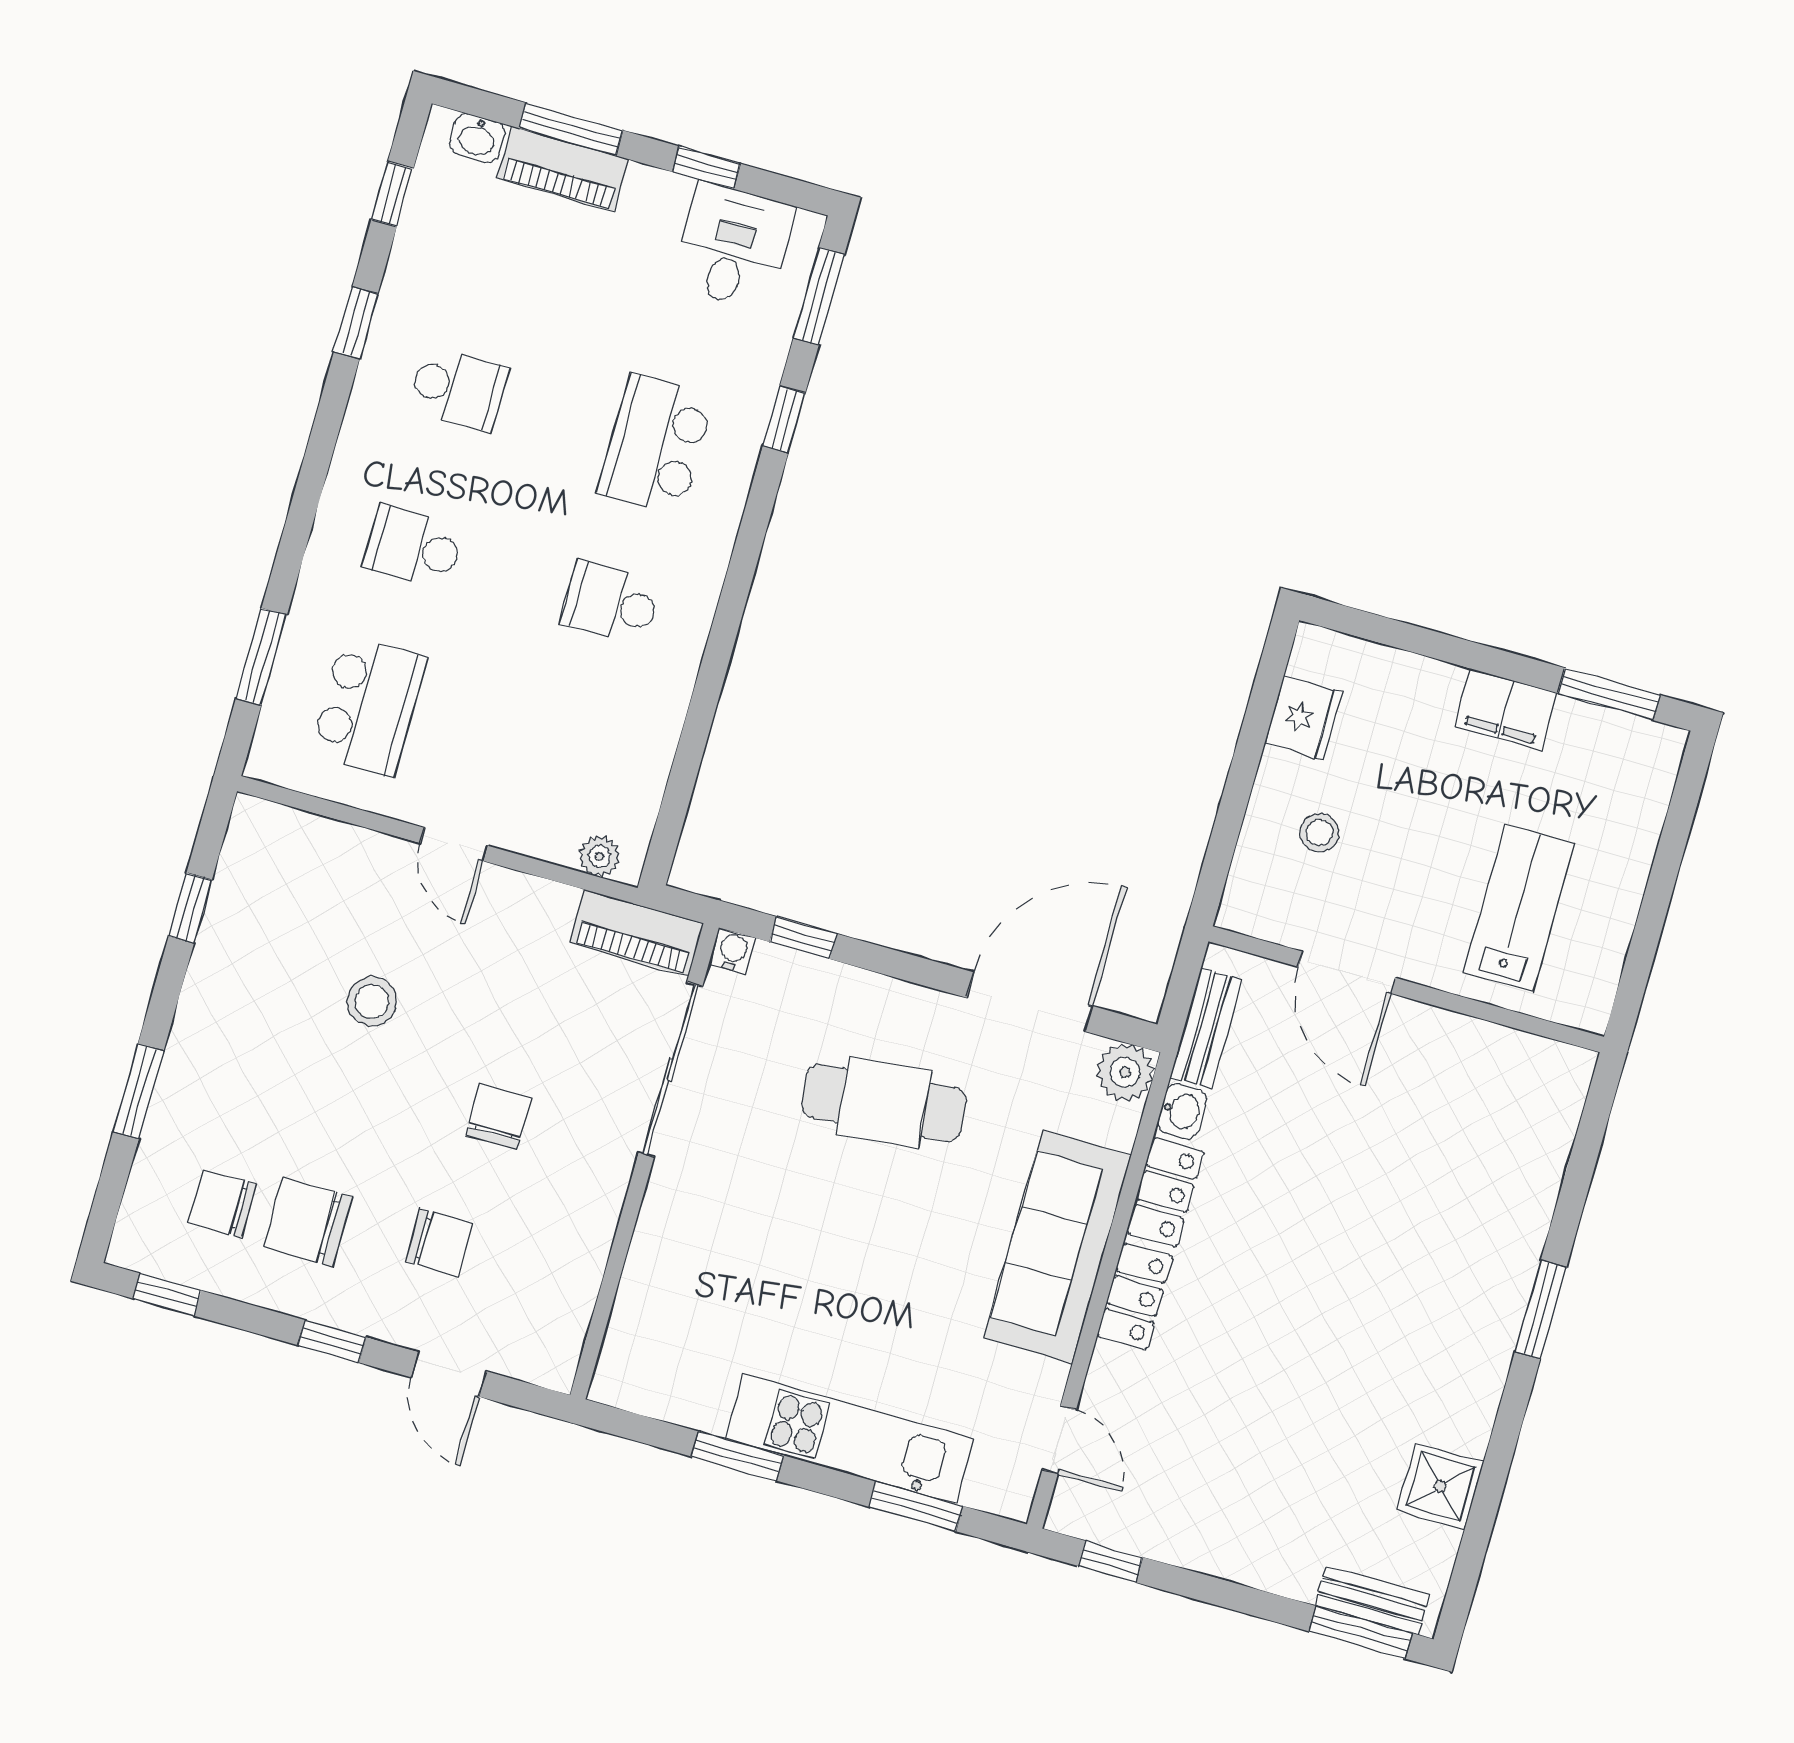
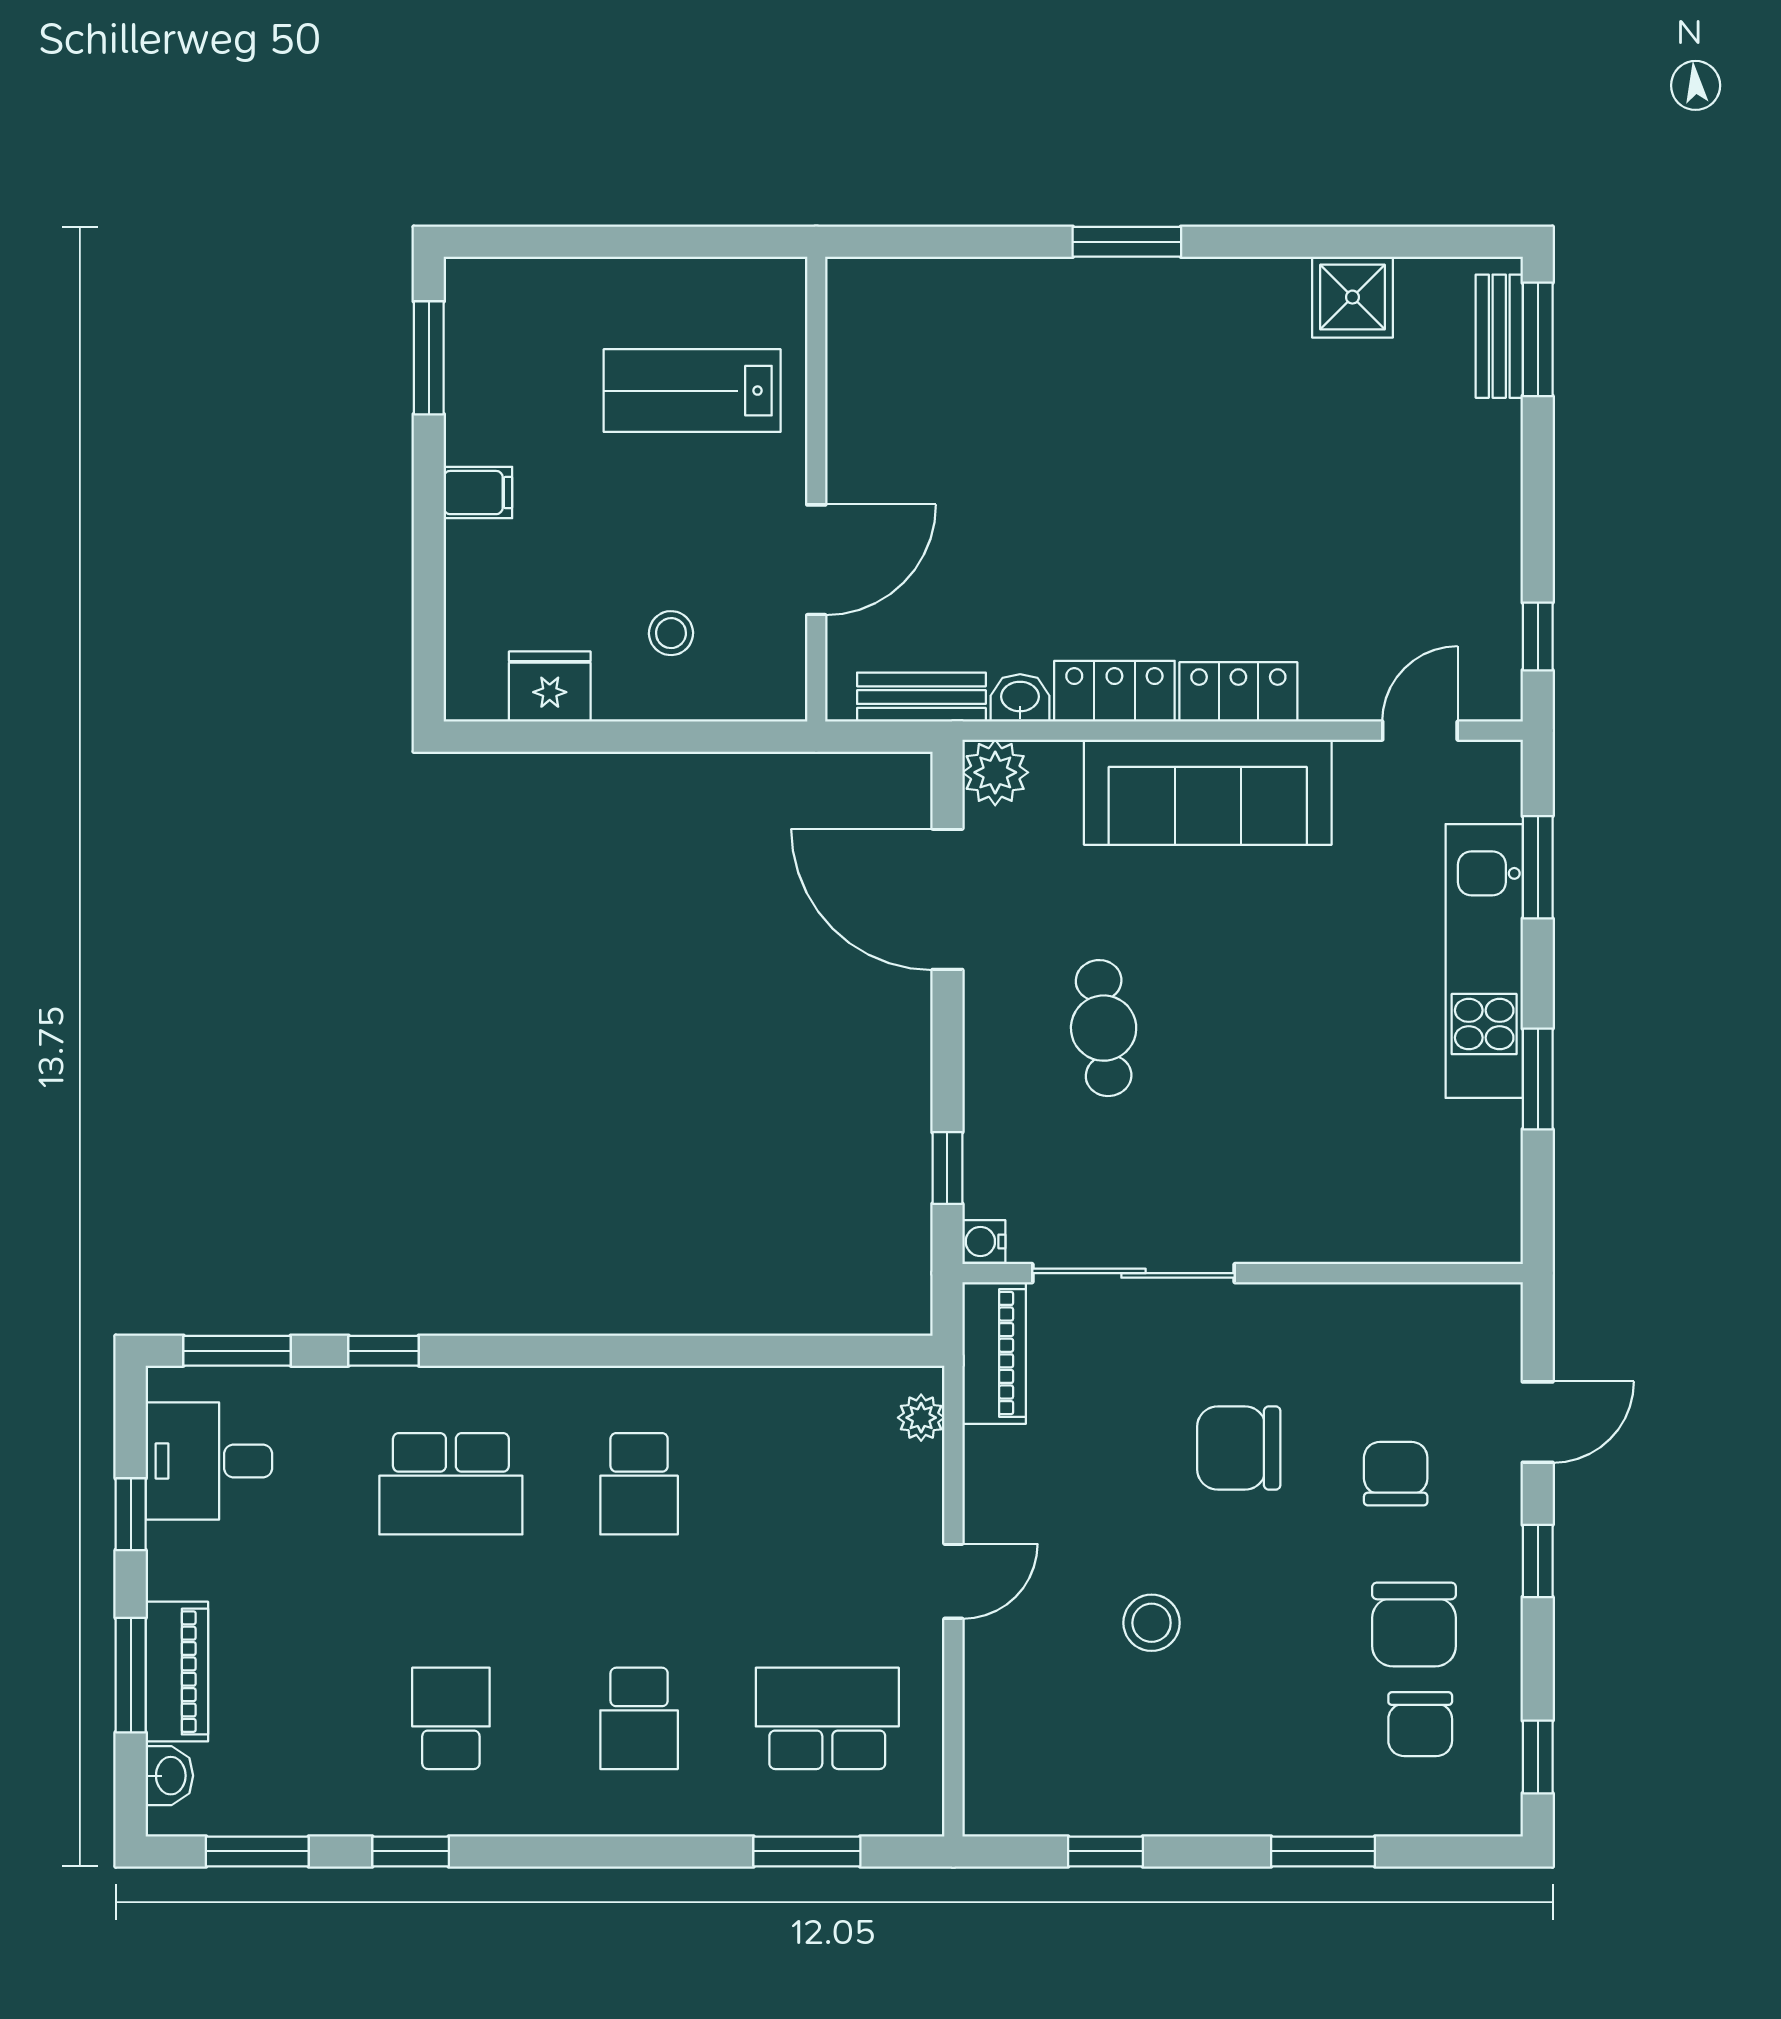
window: (392, 194) -> (257, 1851), width x1.50
filing cabinet: (1506, 710) -> (478, 493), width x0.50
cafe table: (884, 1103) -> (1104, 1028), width x0.73, depth x0.74
chair: (498, 1117) -> (1239, 1448), width x1.37, depth x1.37

